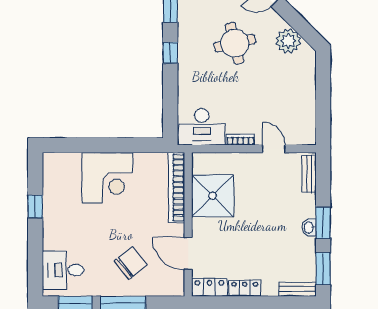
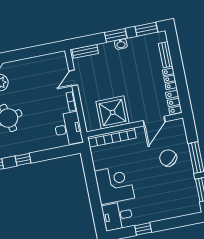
desk: (63, 270) -> (117, 216), moved, turned 90
bench: (297, 289) -> (166, 55), moved

